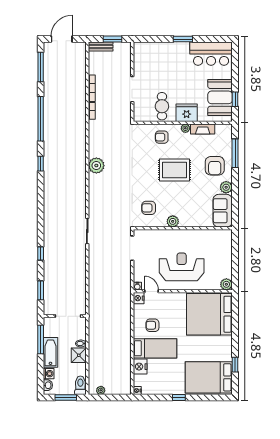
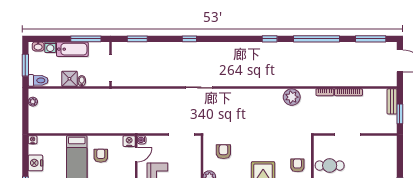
plant: (96, 166) -> (292, 97), moved
window: (41, 253) -> (189, 39), moved
nightstand: (140, 367) -> (35, 163), moved, turned -90

